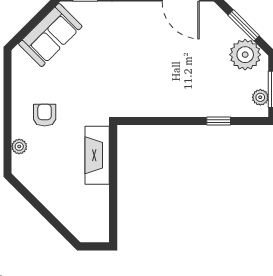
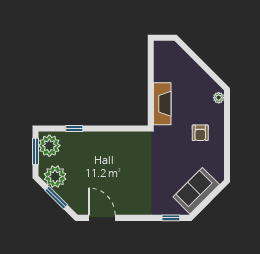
plant: (260, 97) -> (49, 146), width x1.87, depth x1.87
plant: (19, 146) -> (219, 98), moved

